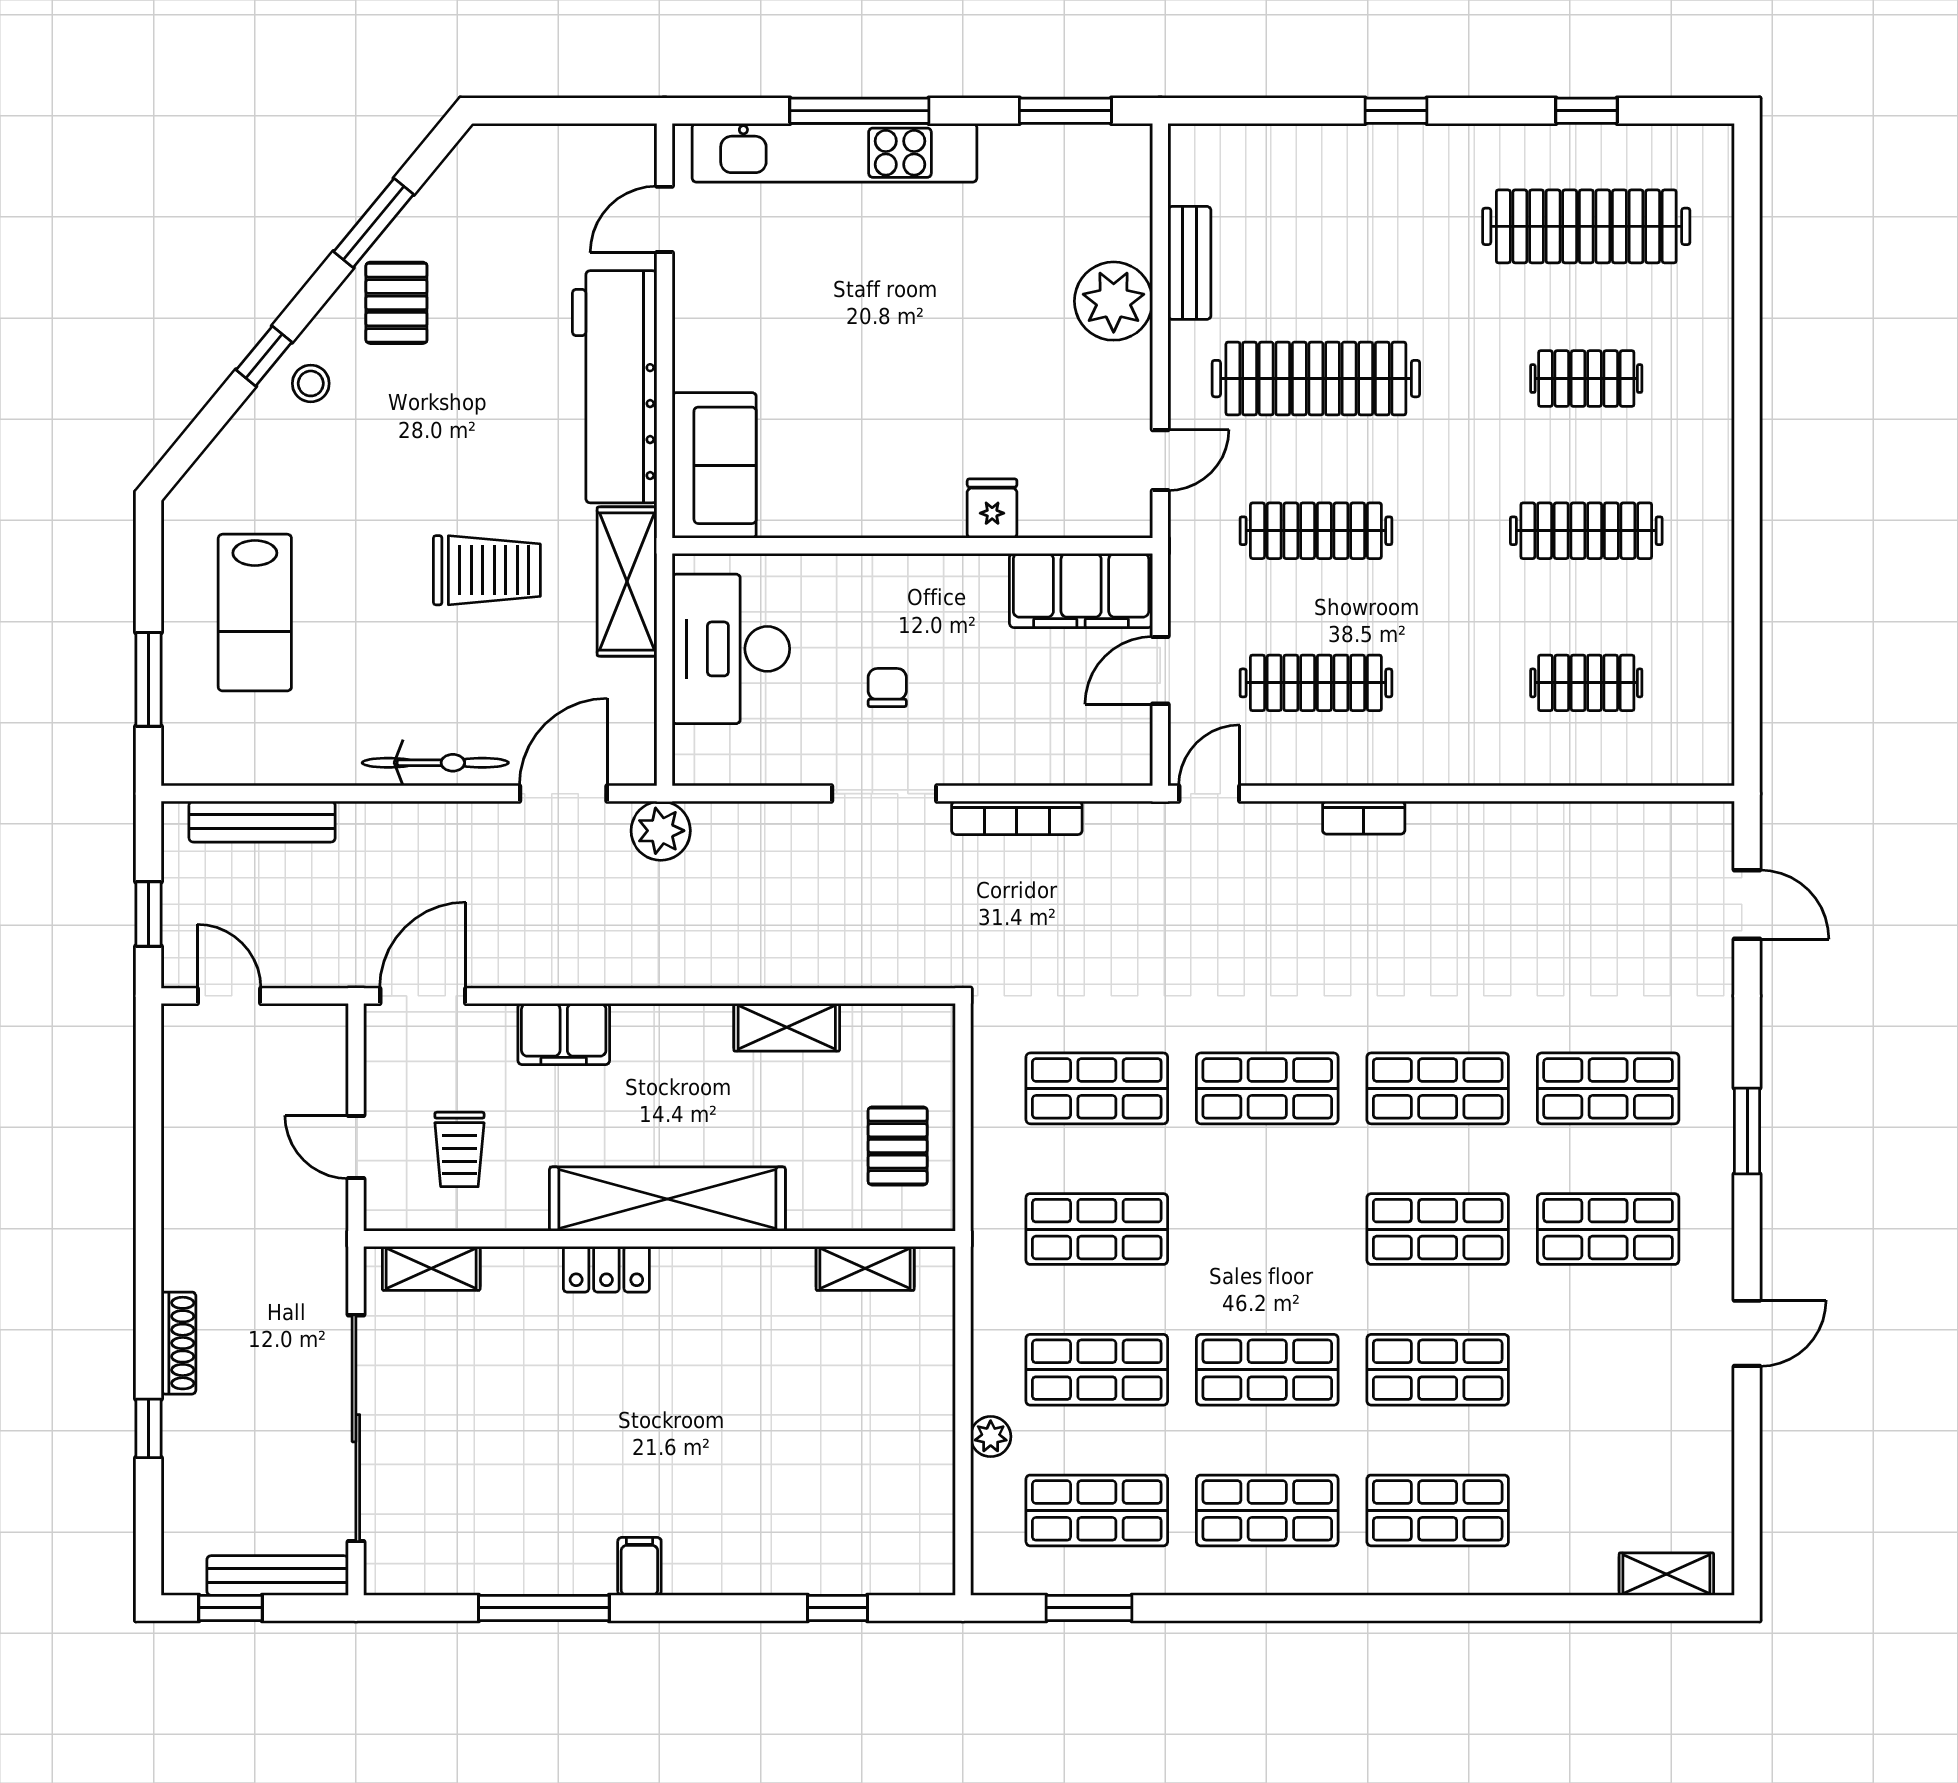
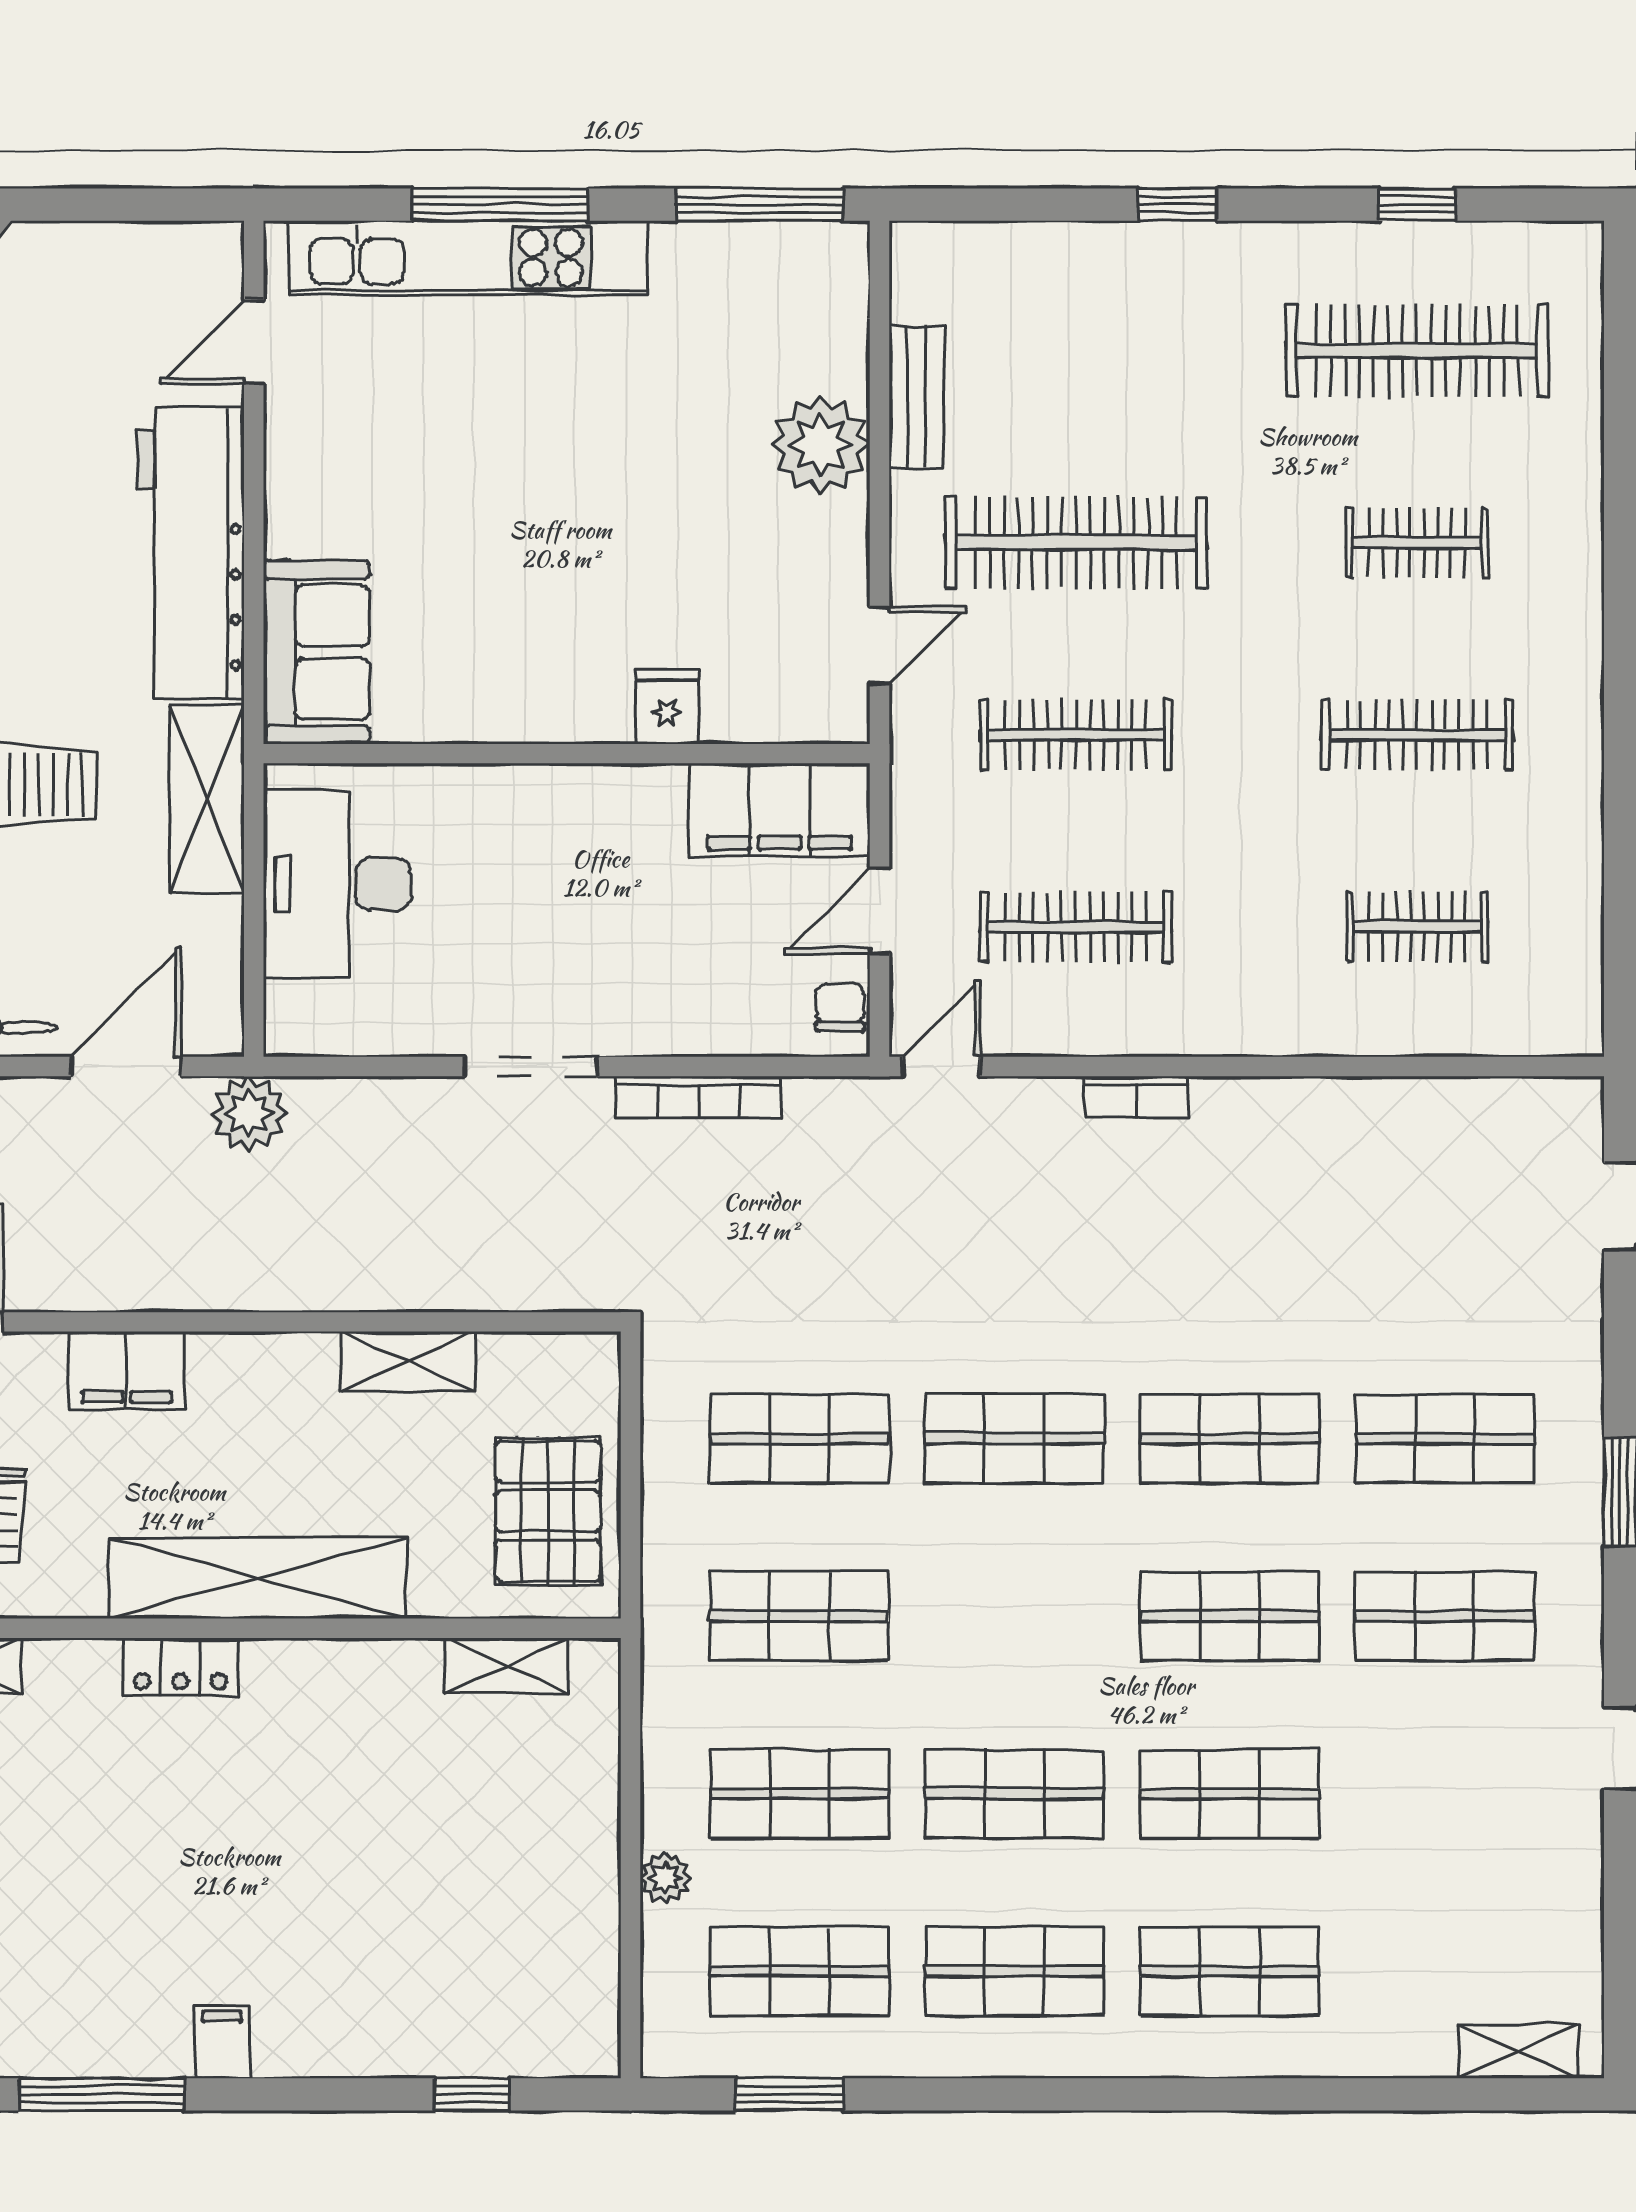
window: (1065, 111) -> (760, 205), width x1.44
chair: (887, 688) -> (840, 1007), moved
pallet: (898, 1146) -> (548, 1511), width x1.50, depth x1.42

